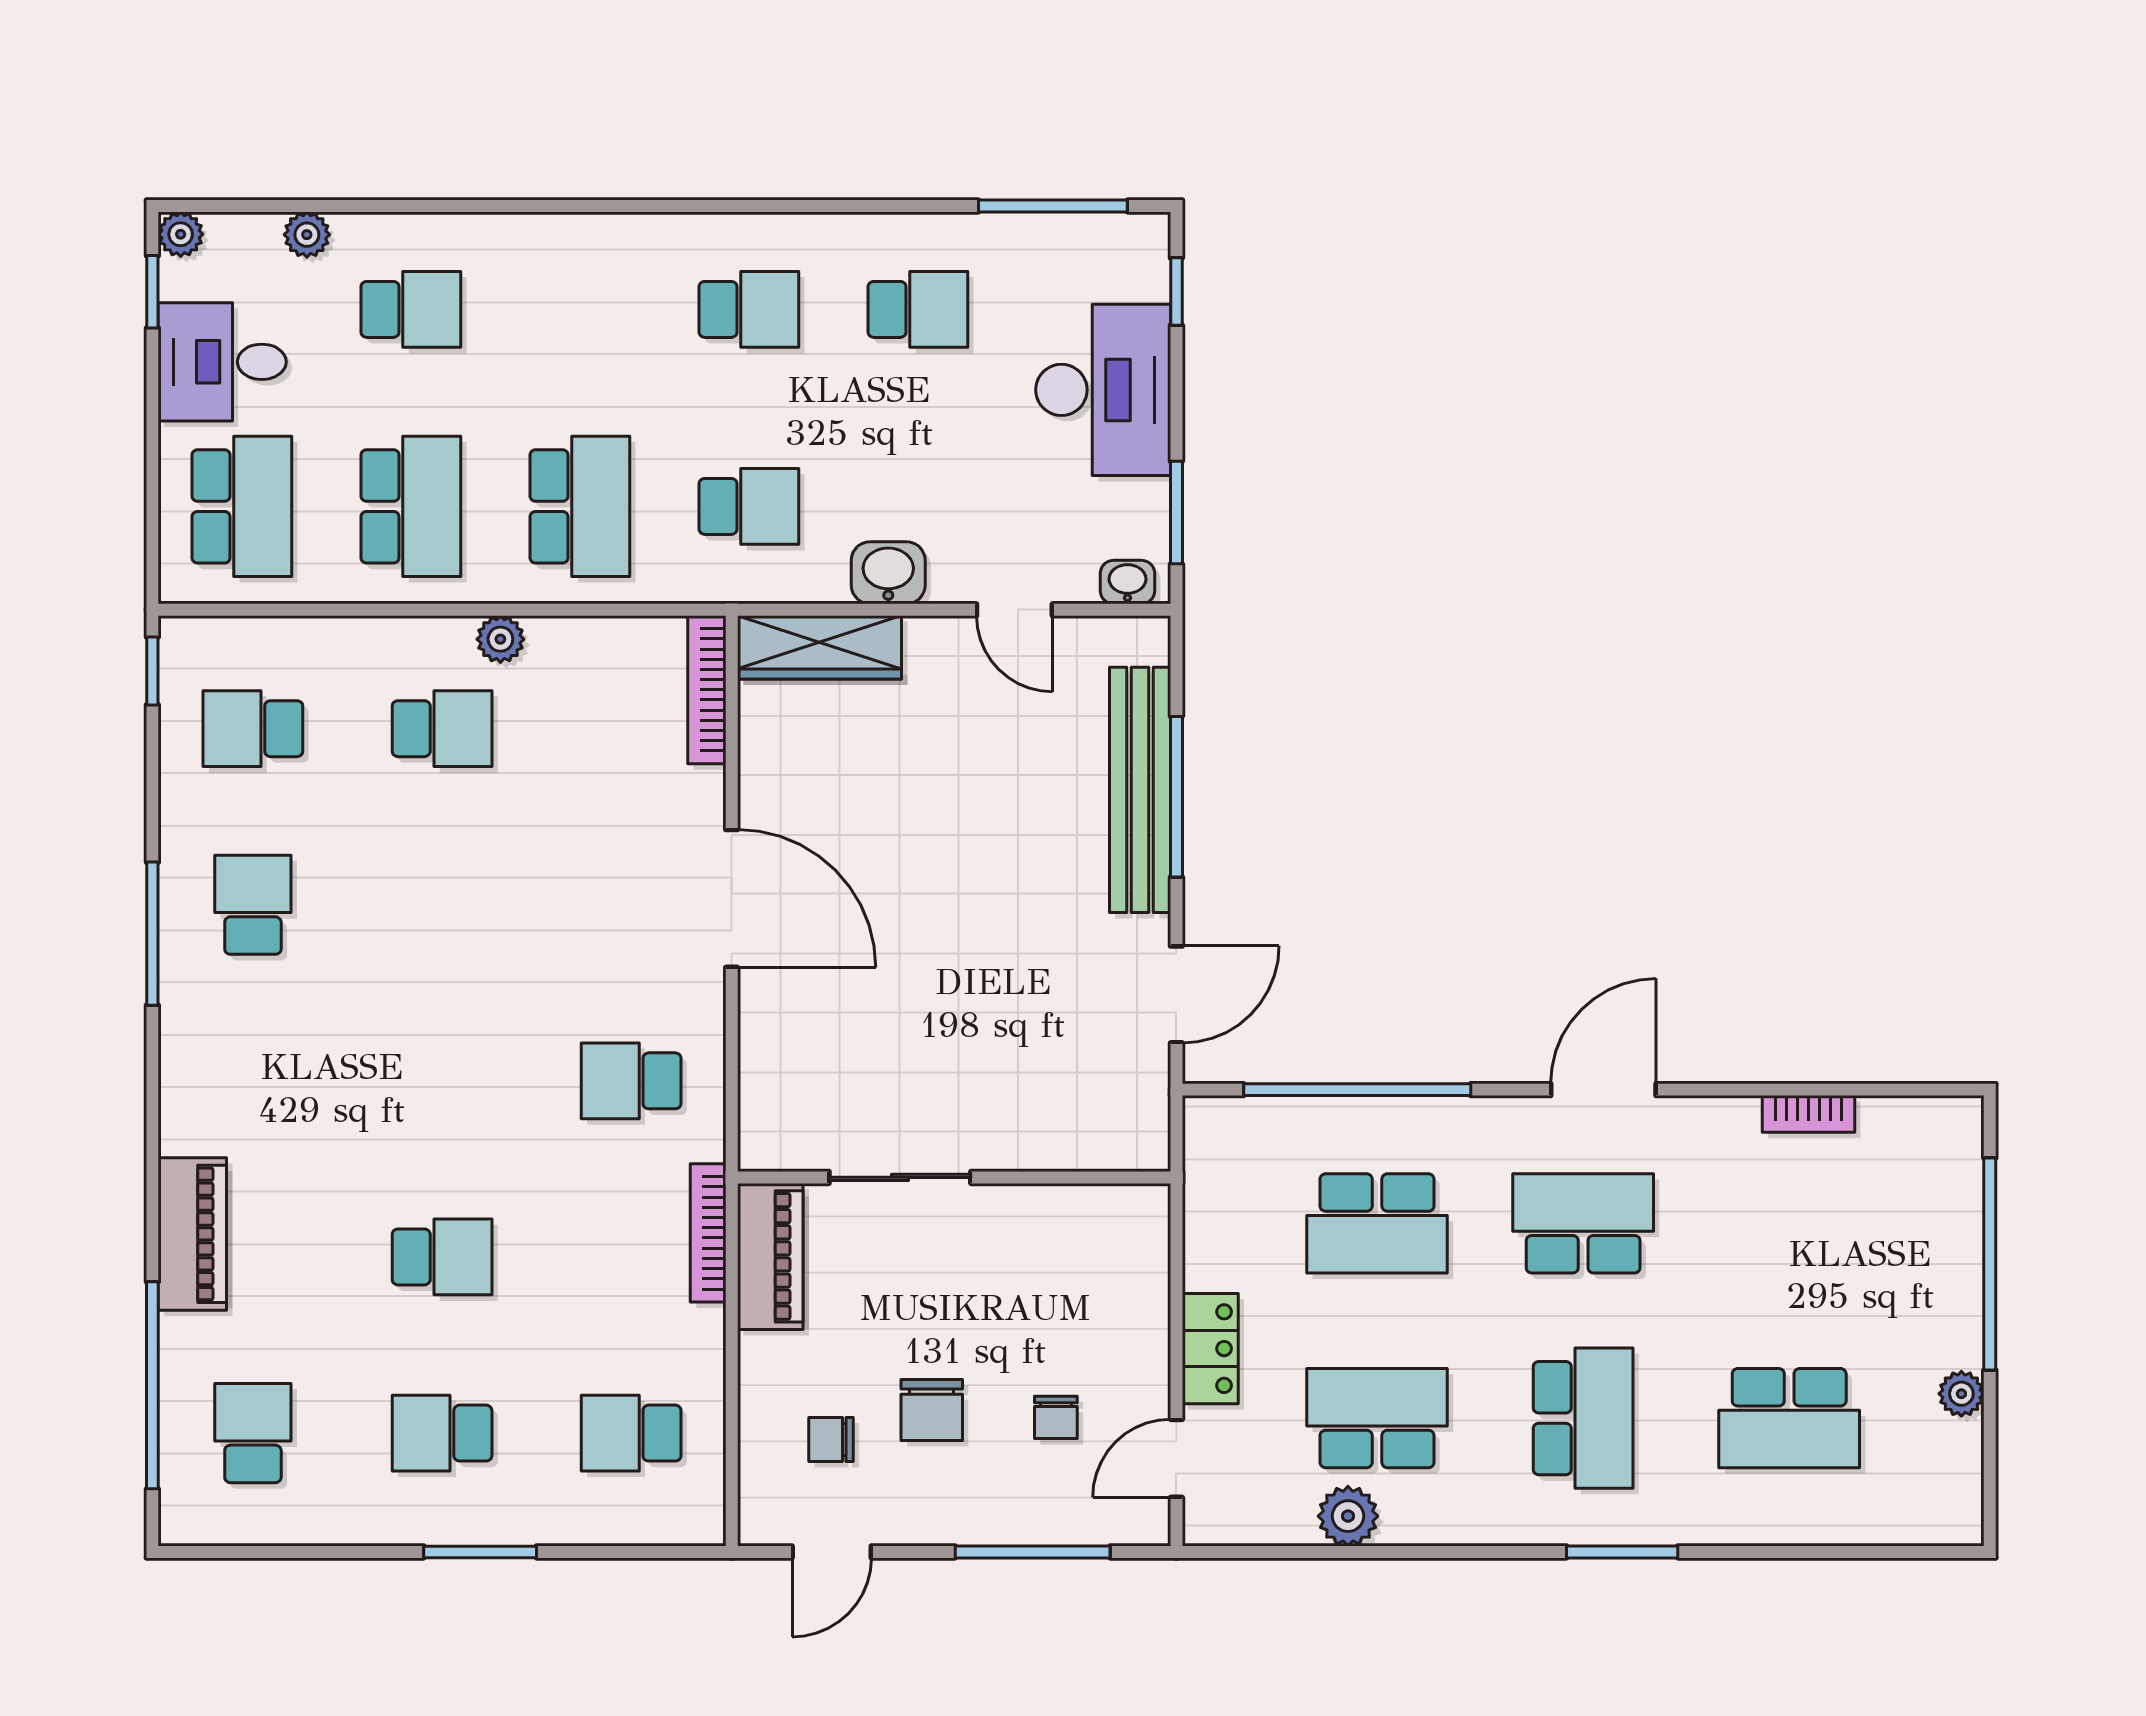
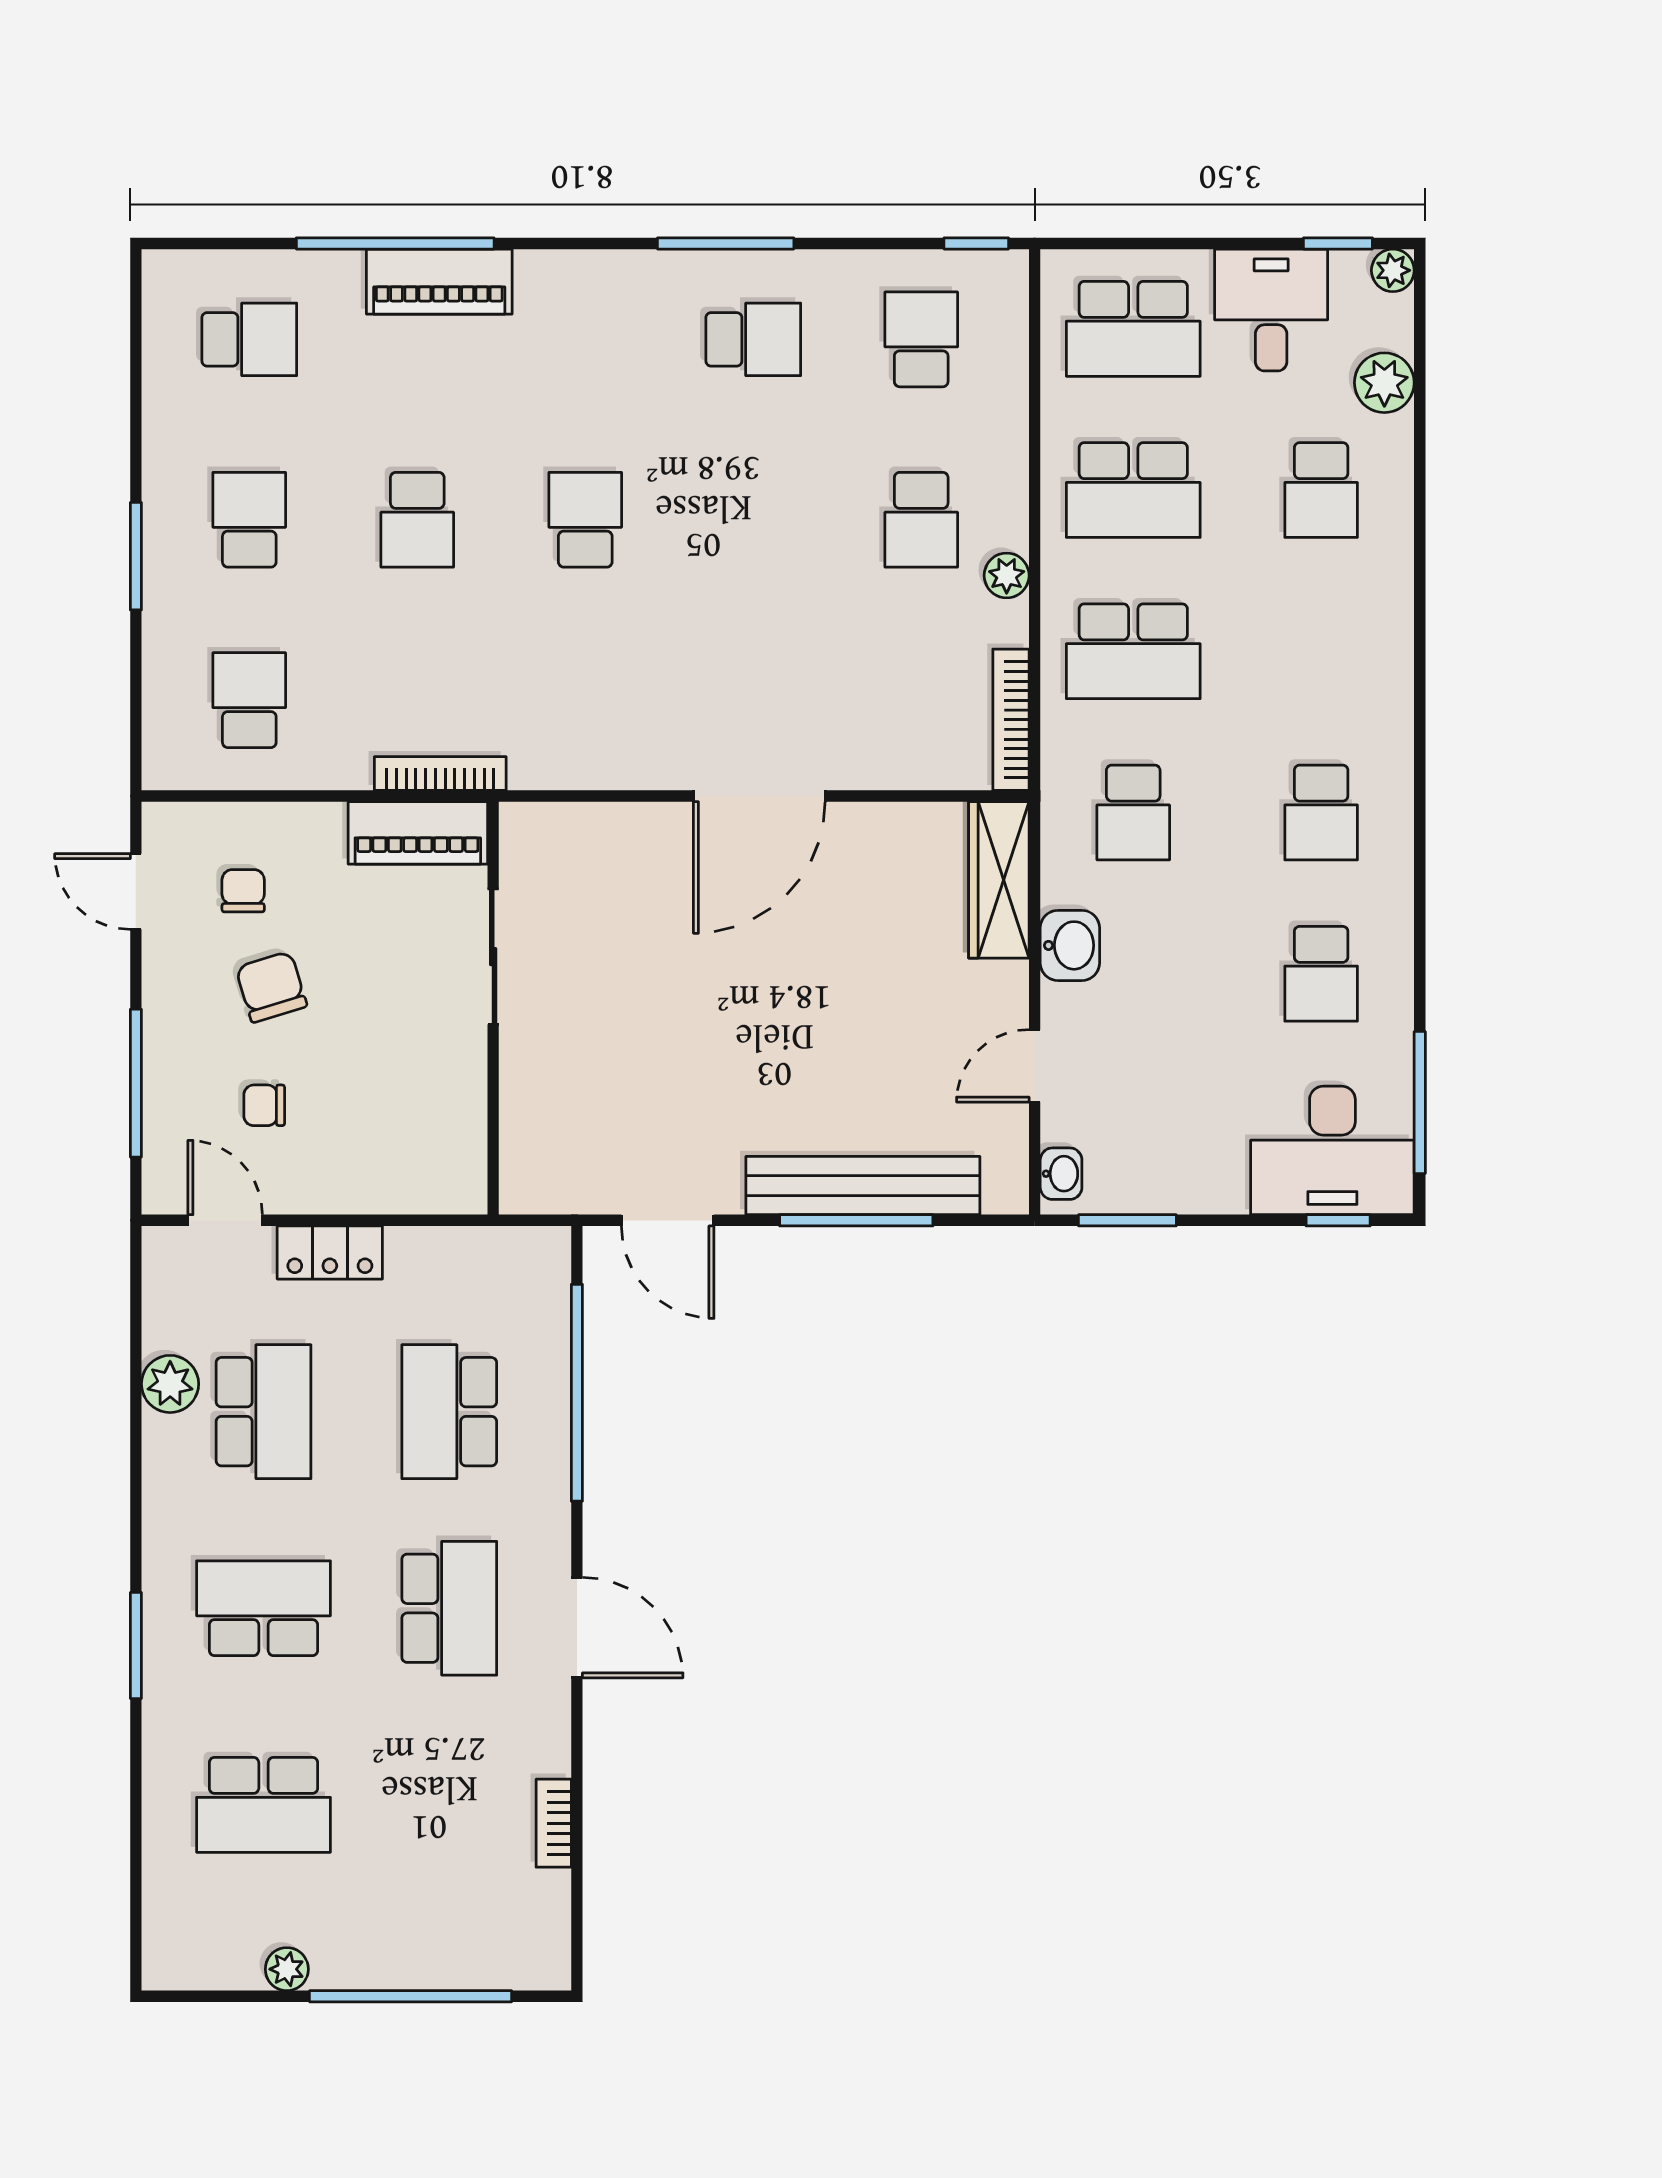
plant: (307, 235) -> (1384, 383), width x1.38, depth x1.38
desk: (1103, 390) -> (1332, 1150), moved
bookcase: (707, 690) -> (1011, 720), moved, turned -90
school desk: (631, 1081) -> (585, 520), moved
window: (152, 1385) -> (395, 243), moved
chair: (932, 1410) -> (271, 987), turned 73
school desk: (1583, 1418) -> (263, 1608), turned 180
school desk: (1789, 1418) -> (263, 1805), turned -90

